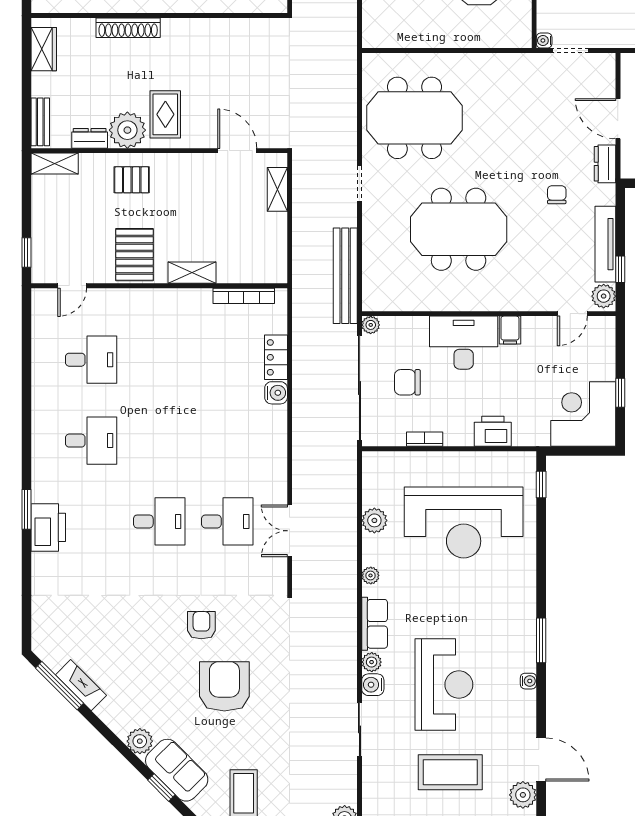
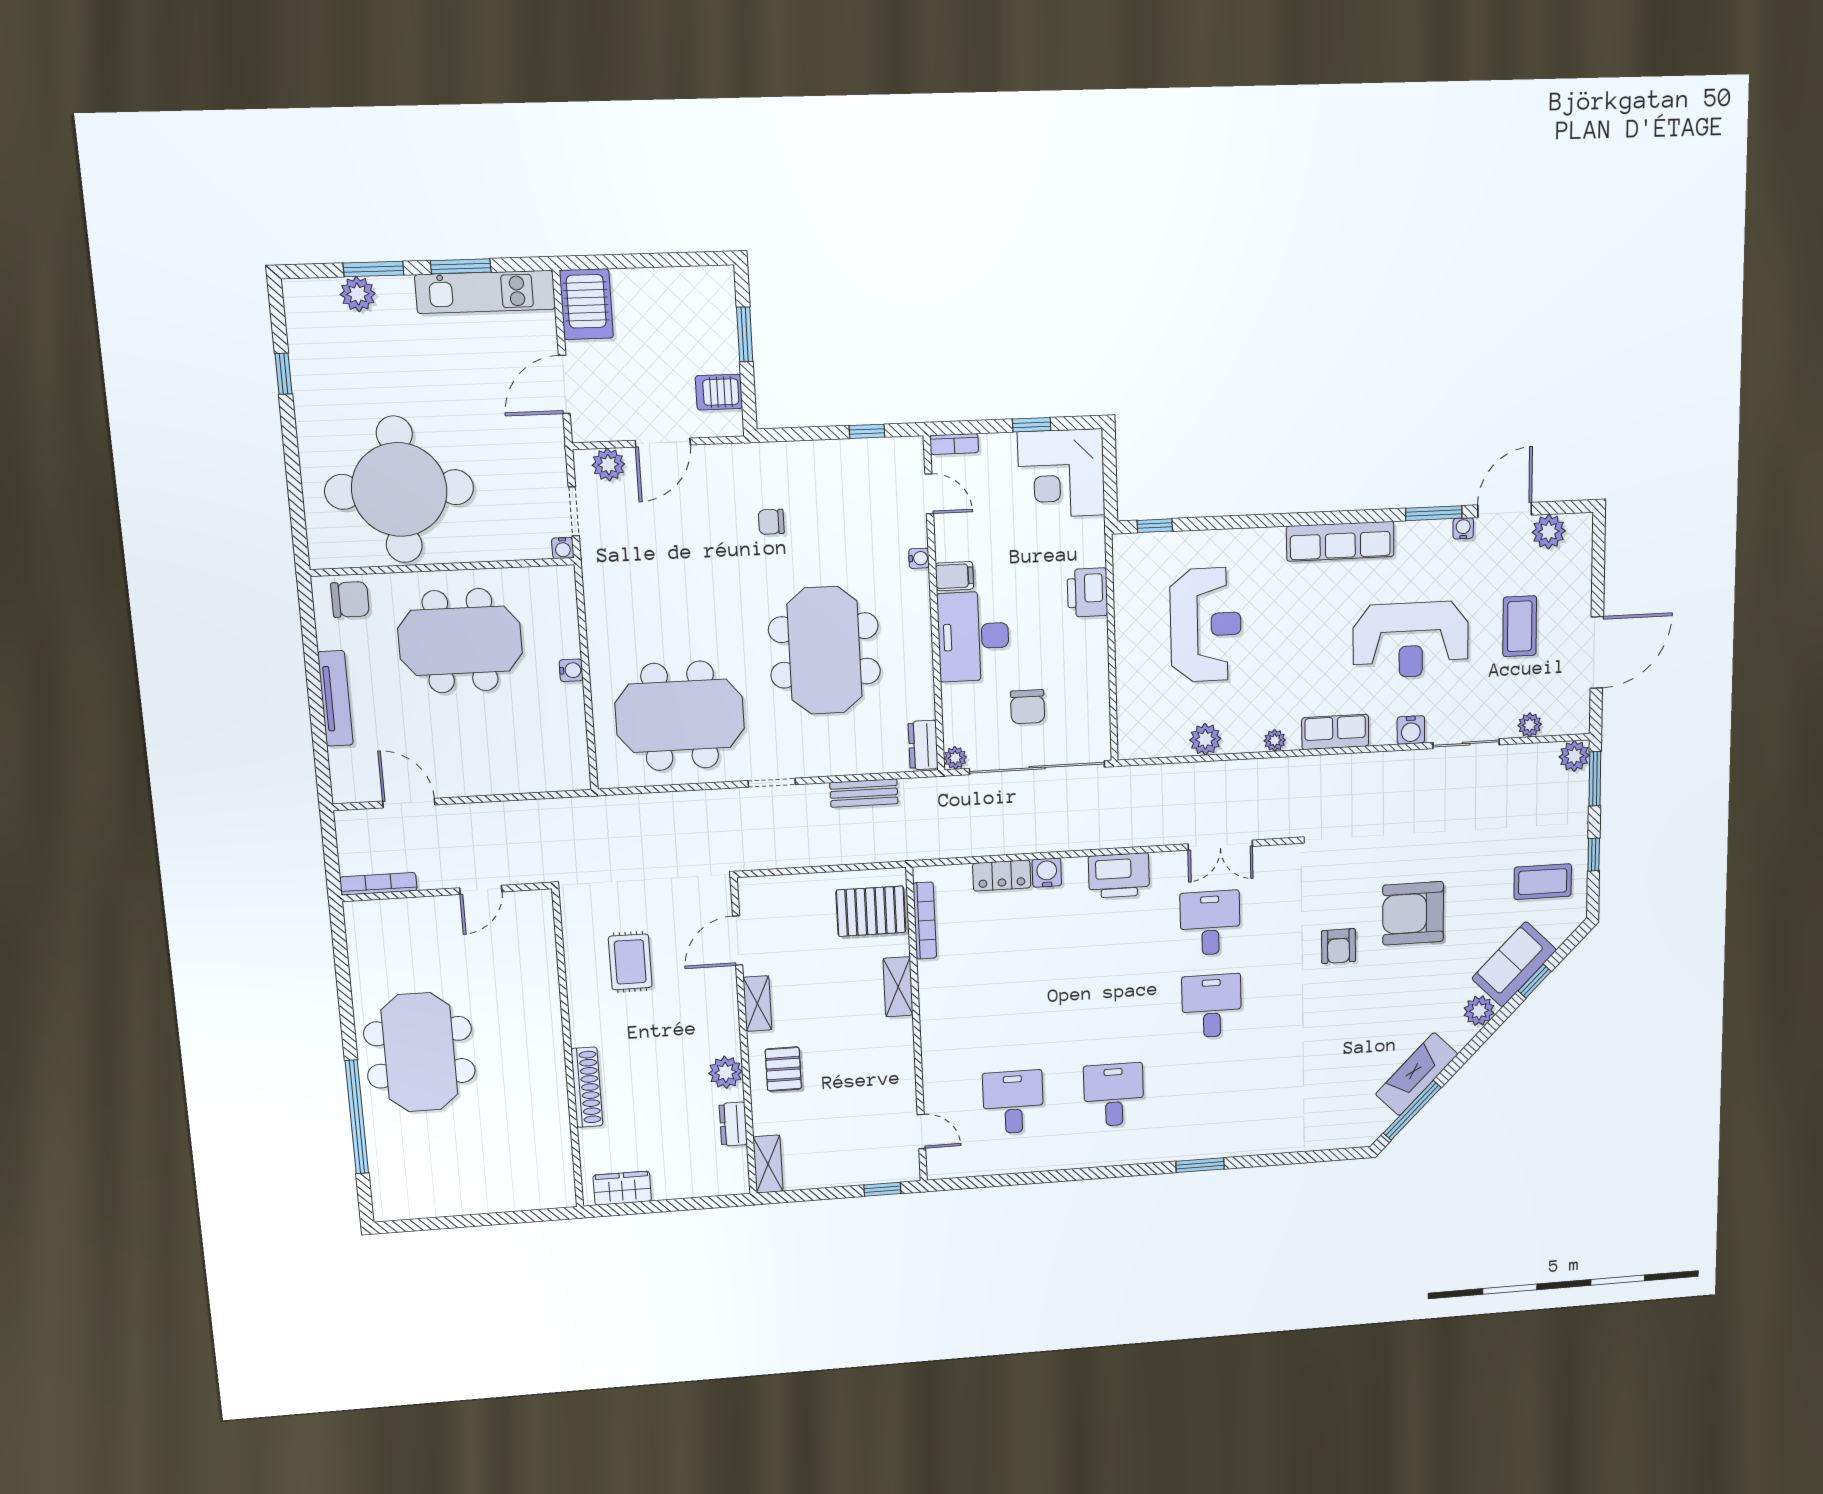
water cooler: (453, 40) -> (571, 670), added
rug: (165, 114) -> (630, 962), moved, turned 90
meeting table: (415, 118) -> (680, 716), turned 90
bench: (40, 122) -> (716, 1185), removed
plant: (127, 130) -> (726, 1072), width x0.73, depth x0.73
dresser: (605, 164) -> (923, 745), moved, turned 90
shelving: (277, 189) -> (757, 1004), moved, turned 90
tv unit: (605, 244) -> (834, 453), removed
pallet: (135, 255) -> (871, 911), moved
bench: (345, 276) -> (864, 793), width x0.54, depth x0.82
plant: (604, 296) -> (608, 465), moved
water cooler: (525, 304) -> (919, 558), added
bookcase: (425, 439) -> (954, 444), moved, turned -90
reception desk: (464, 523) -> (1206, 625), width x0.74, depth x0.77
printer: (48, 527) -> (1119, 876), moved, turned 180
armchair: (201, 625) -> (1338, 946), turned -90
row of seats: (523, 629) -> (1340, 541), added
window: (541, 640) -> (1434, 513), moved
plant: (372, 662) -> (1530, 725), moved
water cooler: (528, 681) -> (1463, 528), moved
fireplace: (81, 685) -> (1417, 1074), width x1.37, depth x1.32
reception desk: (444, 685) -> (1411, 640), turned 180
coffee table: (450, 772) -> (1520, 626), width x0.73, depth x0.76

